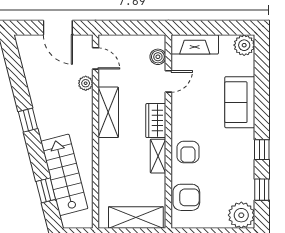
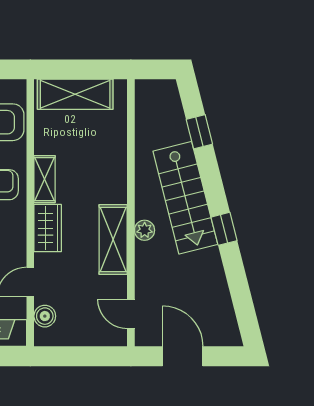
plant: (86, 83) -> (145, 230), moved
stairs: (64, 175) -> (185, 198), moved

